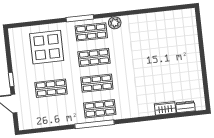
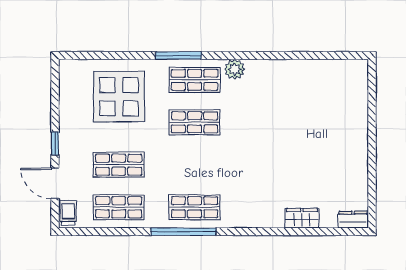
shop shelf: (97, 83) -> (119, 207), moved
dresser: (185, 107) -> (353, 219), moved
trolley: (24, 121) -> (68, 213), added

